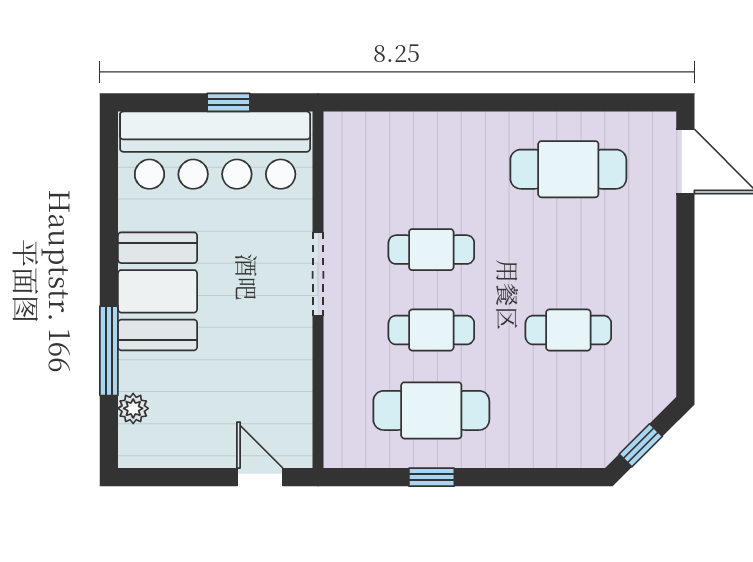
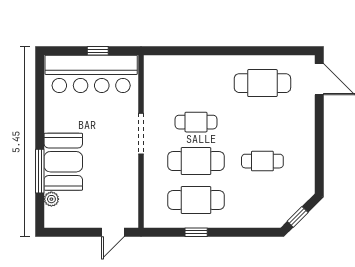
booth: (158, 291) -> (63, 162), moved
cafe table: (431, 330) -> (196, 161), width x1.37, depth x1.35
door: (260, 477) -> (113, 232), swing flipped

